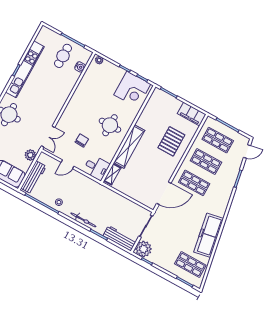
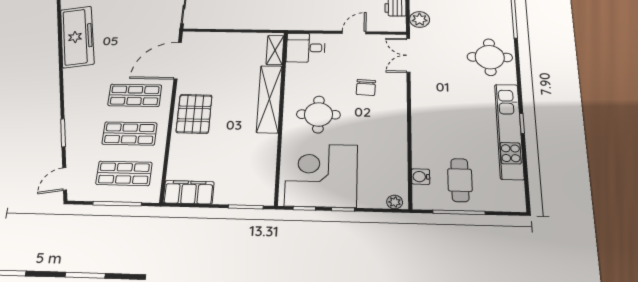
corner desk: (132, 89) -> (321, 175), width x1.36, depth x1.36
chair: (82, 141) -> (366, 88), moved
pallet: (171, 141) -> (194, 114), moved

